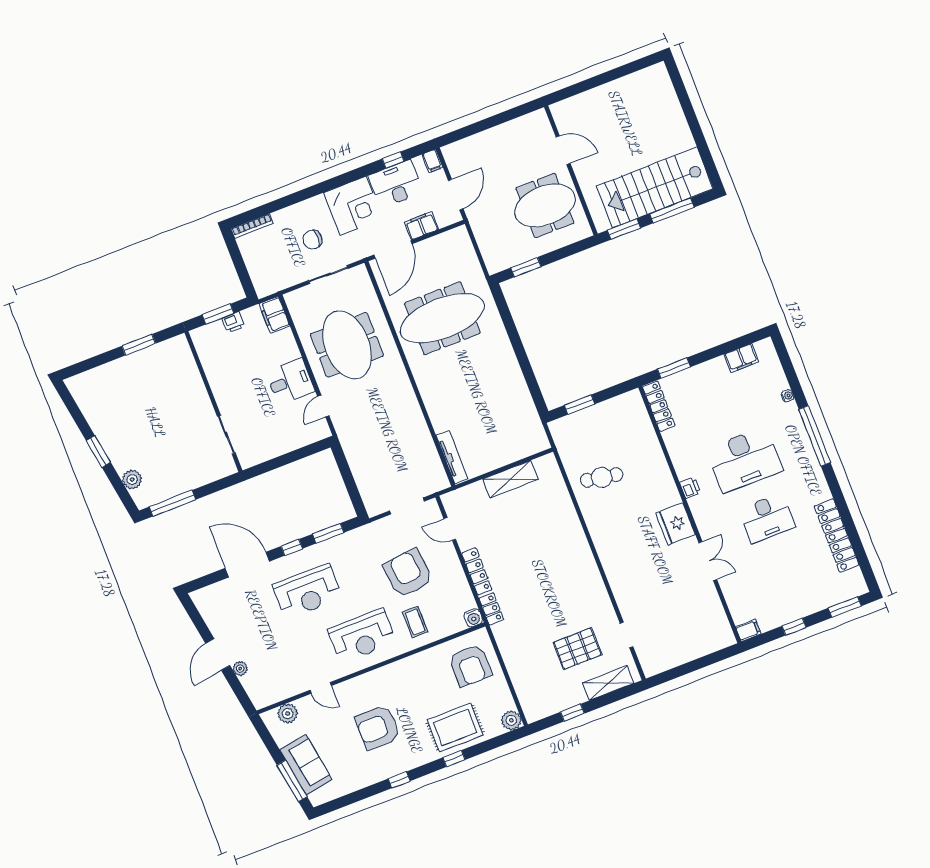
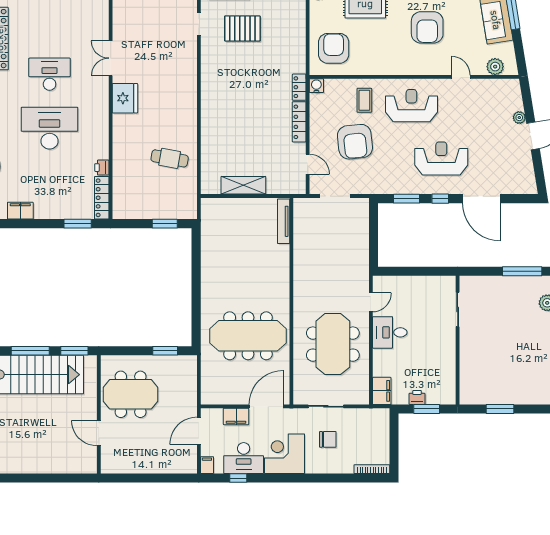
printer: (690, 488) -> (102, 168), moved
armchair: (378, 727) -> (427, 27), turned 90

